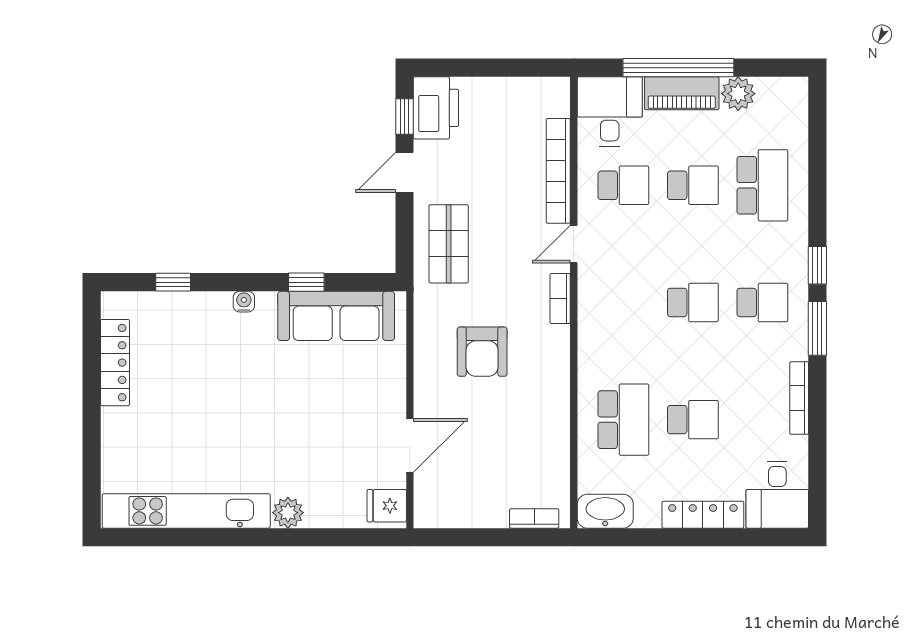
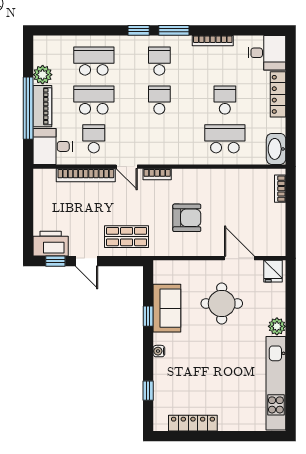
school desk: (693, 185) -> (94, 100), width x1.85
sofa: (336, 316) -> (167, 308), width x0.73
round table: (329, 414) -> (222, 303), added

